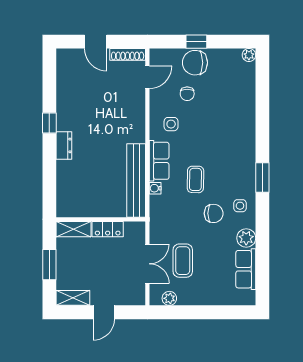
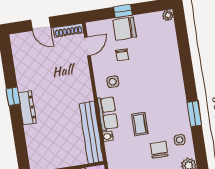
dresser: (64, 145) -> (27, 108), width x1.44
chair: (214, 213) -> (159, 150), turned -90

